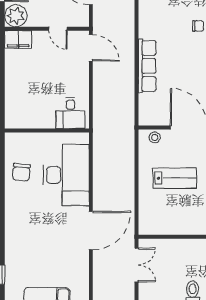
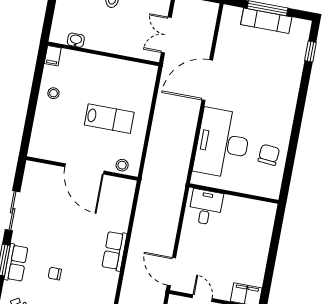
row of seats: (147, 66) -> (114, 251), width x0.68
lab bench: (175, 178) -> (109, 119), turned 180

